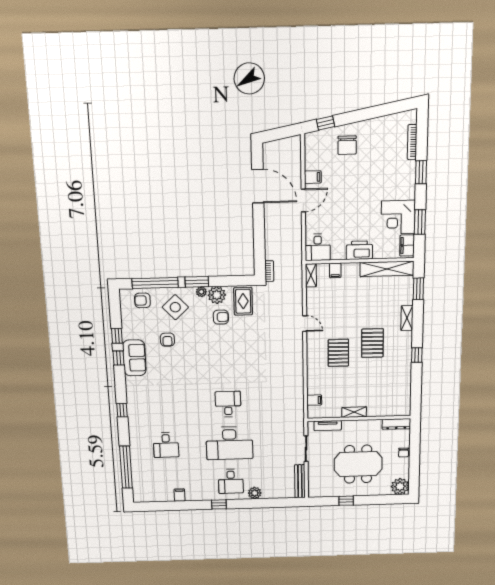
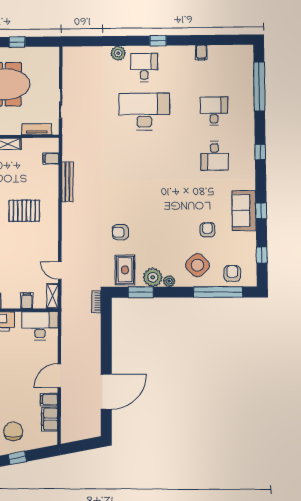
window: (326, 123) -> (17, 458), moved
filing cabinet: (312, 158) -> (50, 419), added
door: (258, 186) -> (106, 392), swing flipped
desk: (318, 247) -> (40, 326), width x1.37
window: (197, 282) -> (141, 292), moved
armchair: (142, 300) -> (232, 273), turned -90
armchair: (221, 317) -> (120, 232), moved
door: (305, 324) -> (60, 271), moved
window: (117, 336) -> (262, 255), moved
pallet: (338, 353) -> (24, 211), turned 90
desk: (228, 404) -> (214, 156), moved
bench: (300, 481) -> (67, 182), moved

